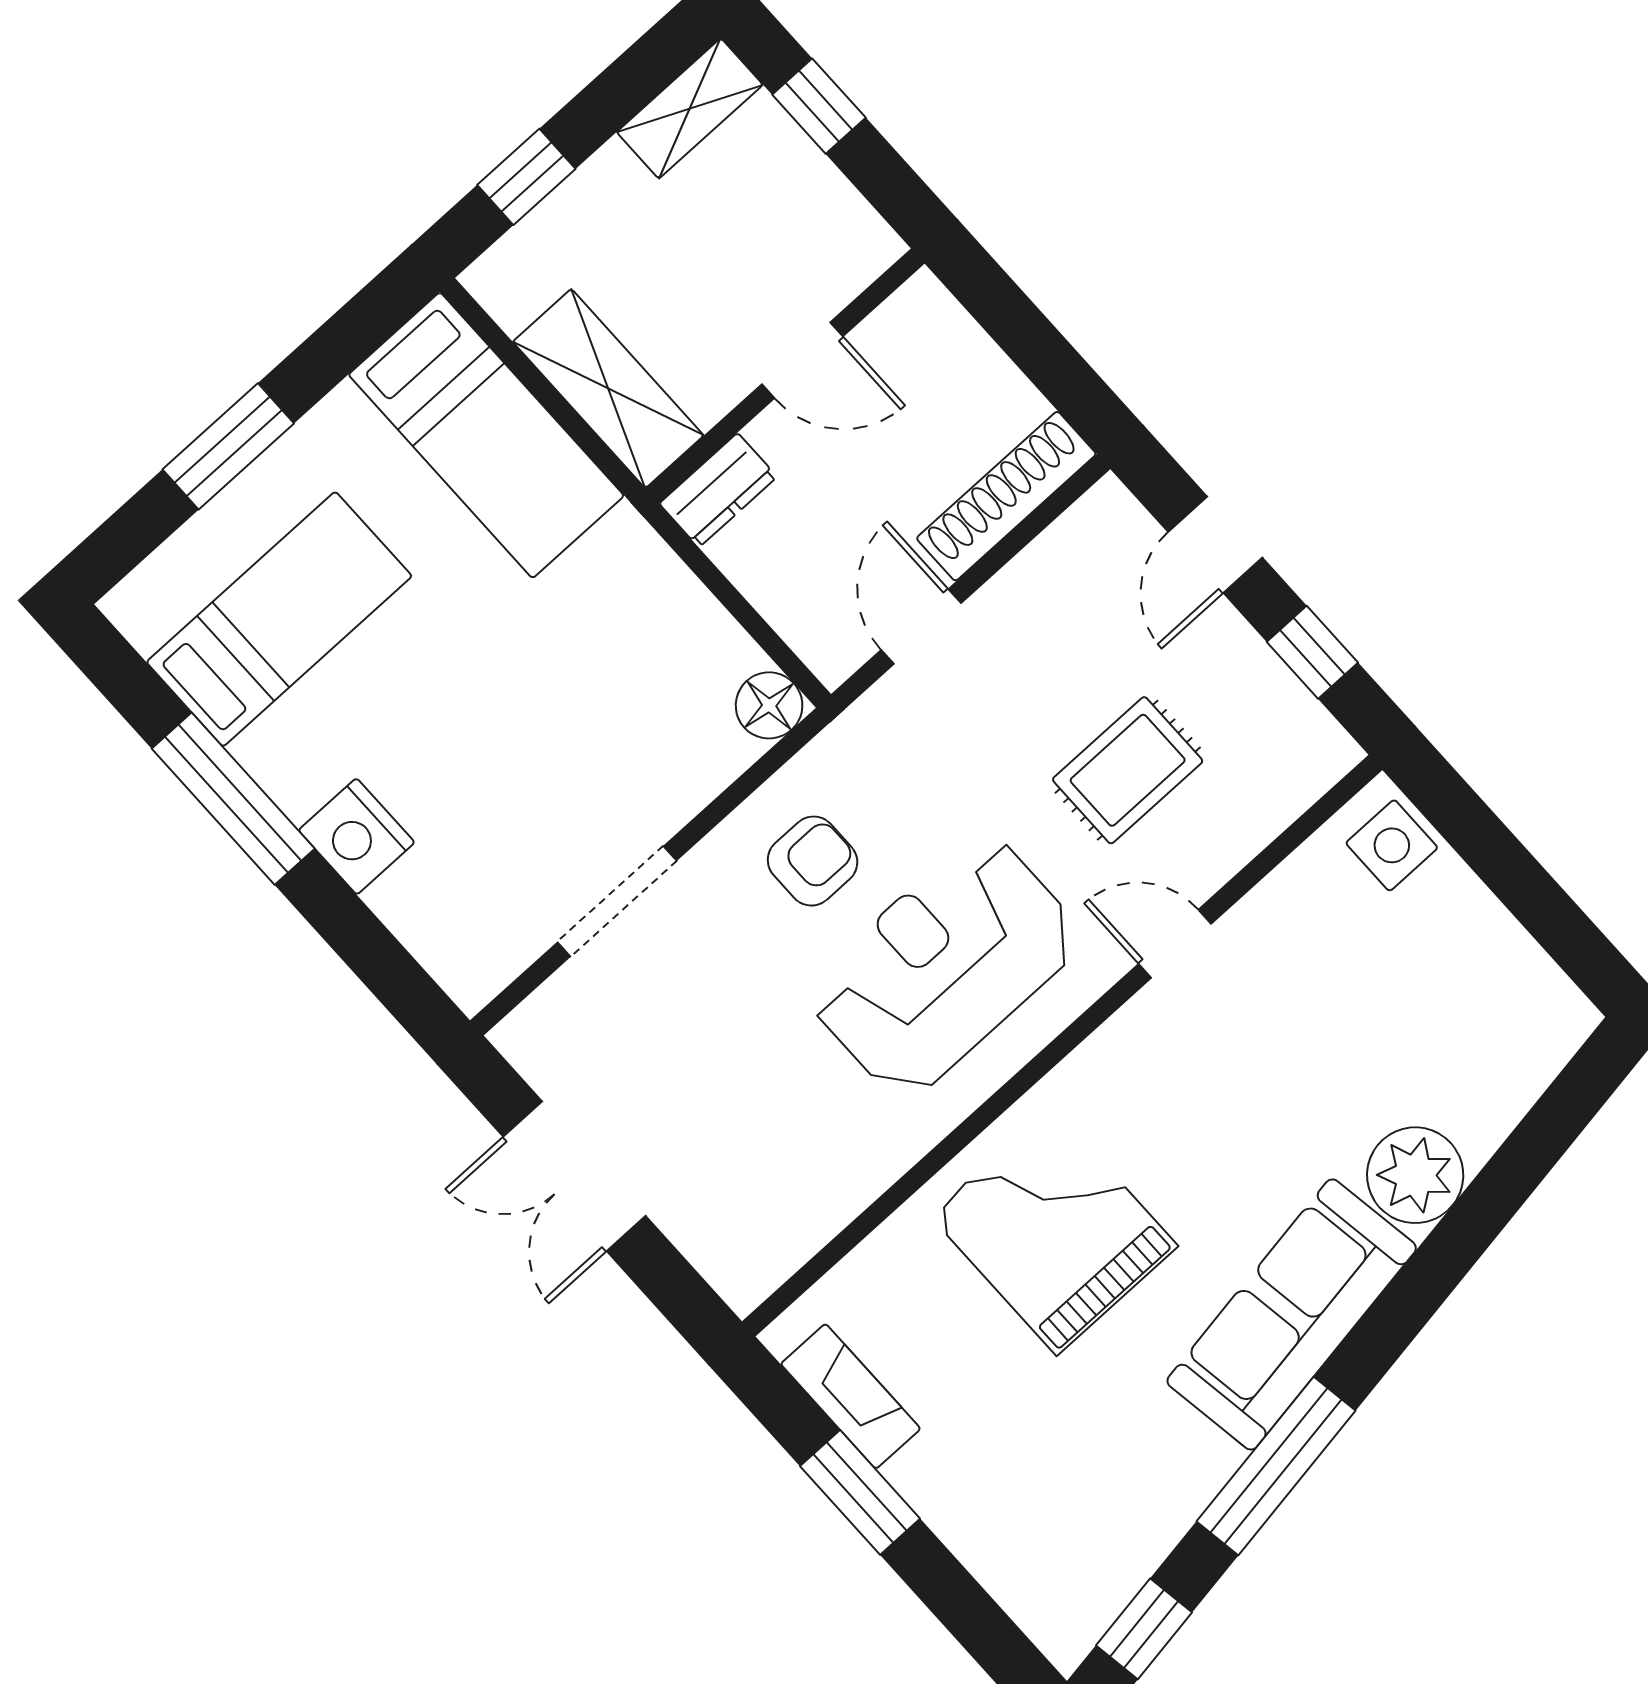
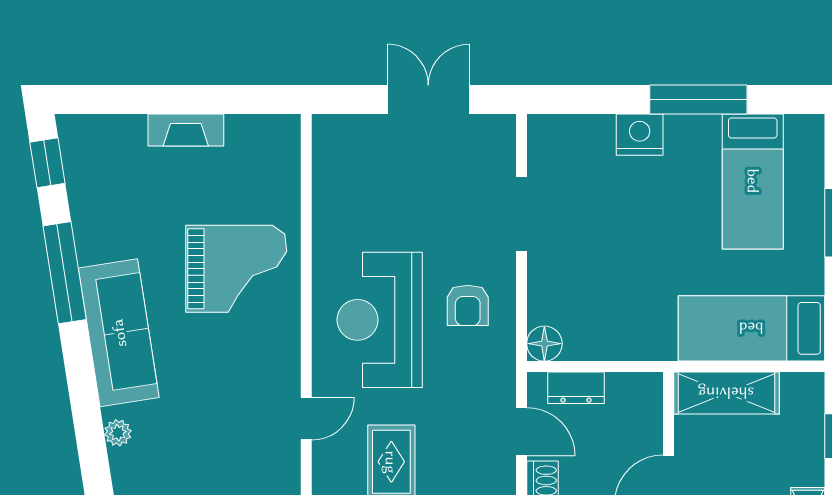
dresser: (718, 490) -> (576, 388), moved, turned -90
reception desk: (944, 966) -> (380, 320), turned 180
plant: (1415, 1175) -> (118, 433), width x0.53, depth x0.53
fireplace: (851, 1396) -> (186, 130), moved
window: (860, 1492) -> (202, 99), removed

